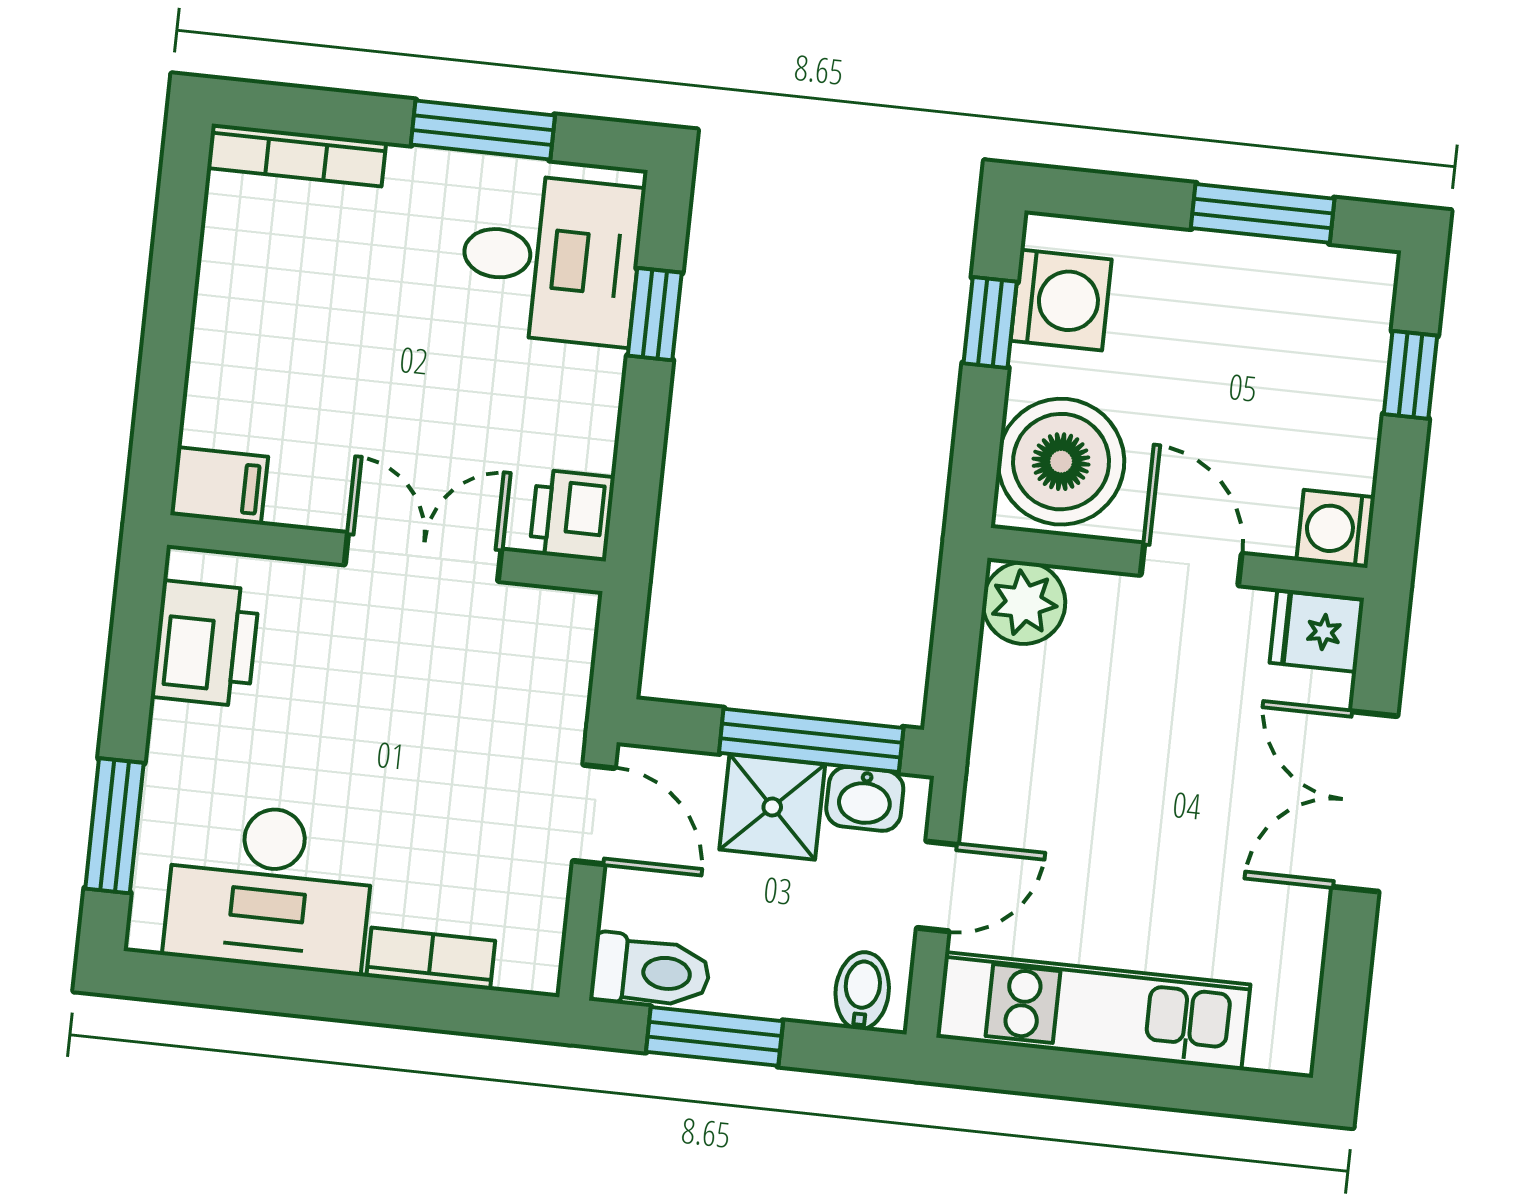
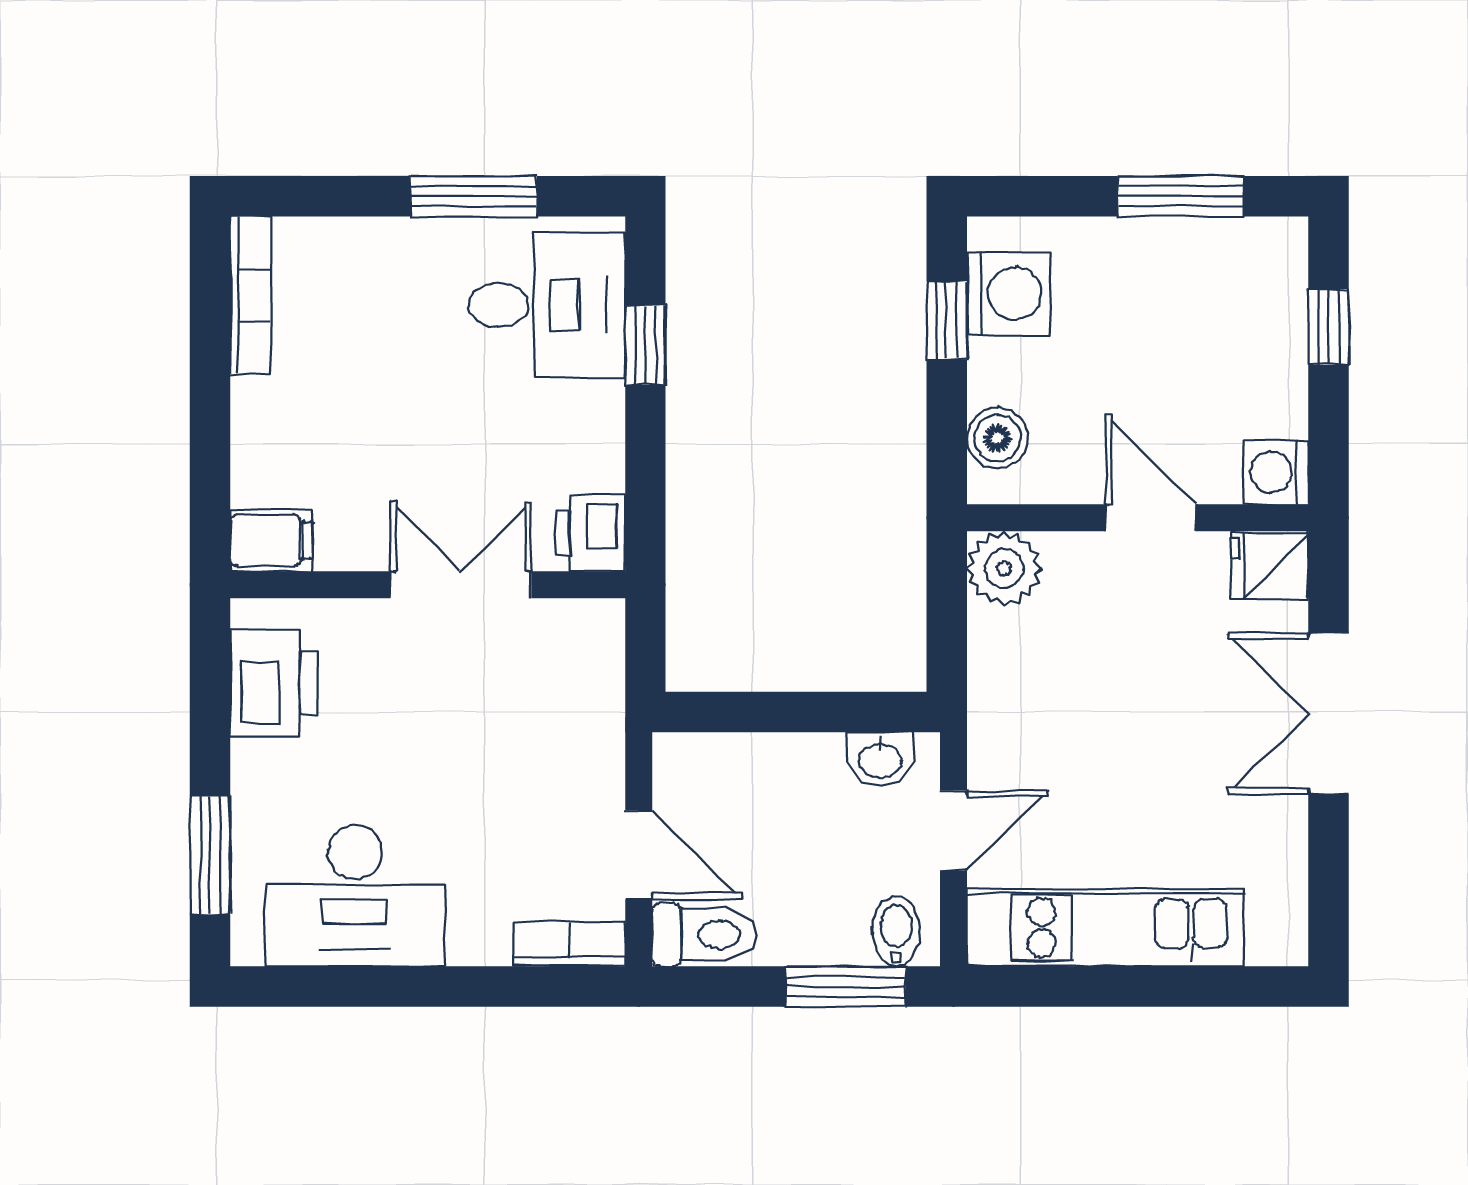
bookcase: (297, 155) -> (250, 295), moved, turned -90
boiler: (1061, 462) -> (997, 438), width x0.54, depth x0.54
window: (811, 740) -> (826, 712), removed
shower: (772, 807) -> (798, 775), removed
door: (594, 814) -> (639, 855), moved
bookcase: (431, 959) -> (569, 944), moved
window: (714, 1036) -> (846, 987), moved

